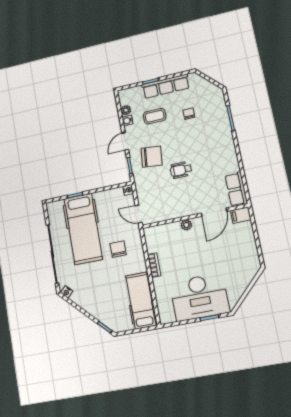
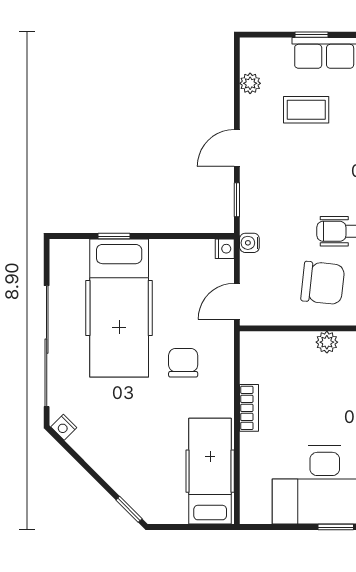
water cooler: (128, 121) -> (249, 243), moved
chair: (152, 157) -> (323, 283), moved
door: (139, 214) -> (237, 301), hinge flipped

